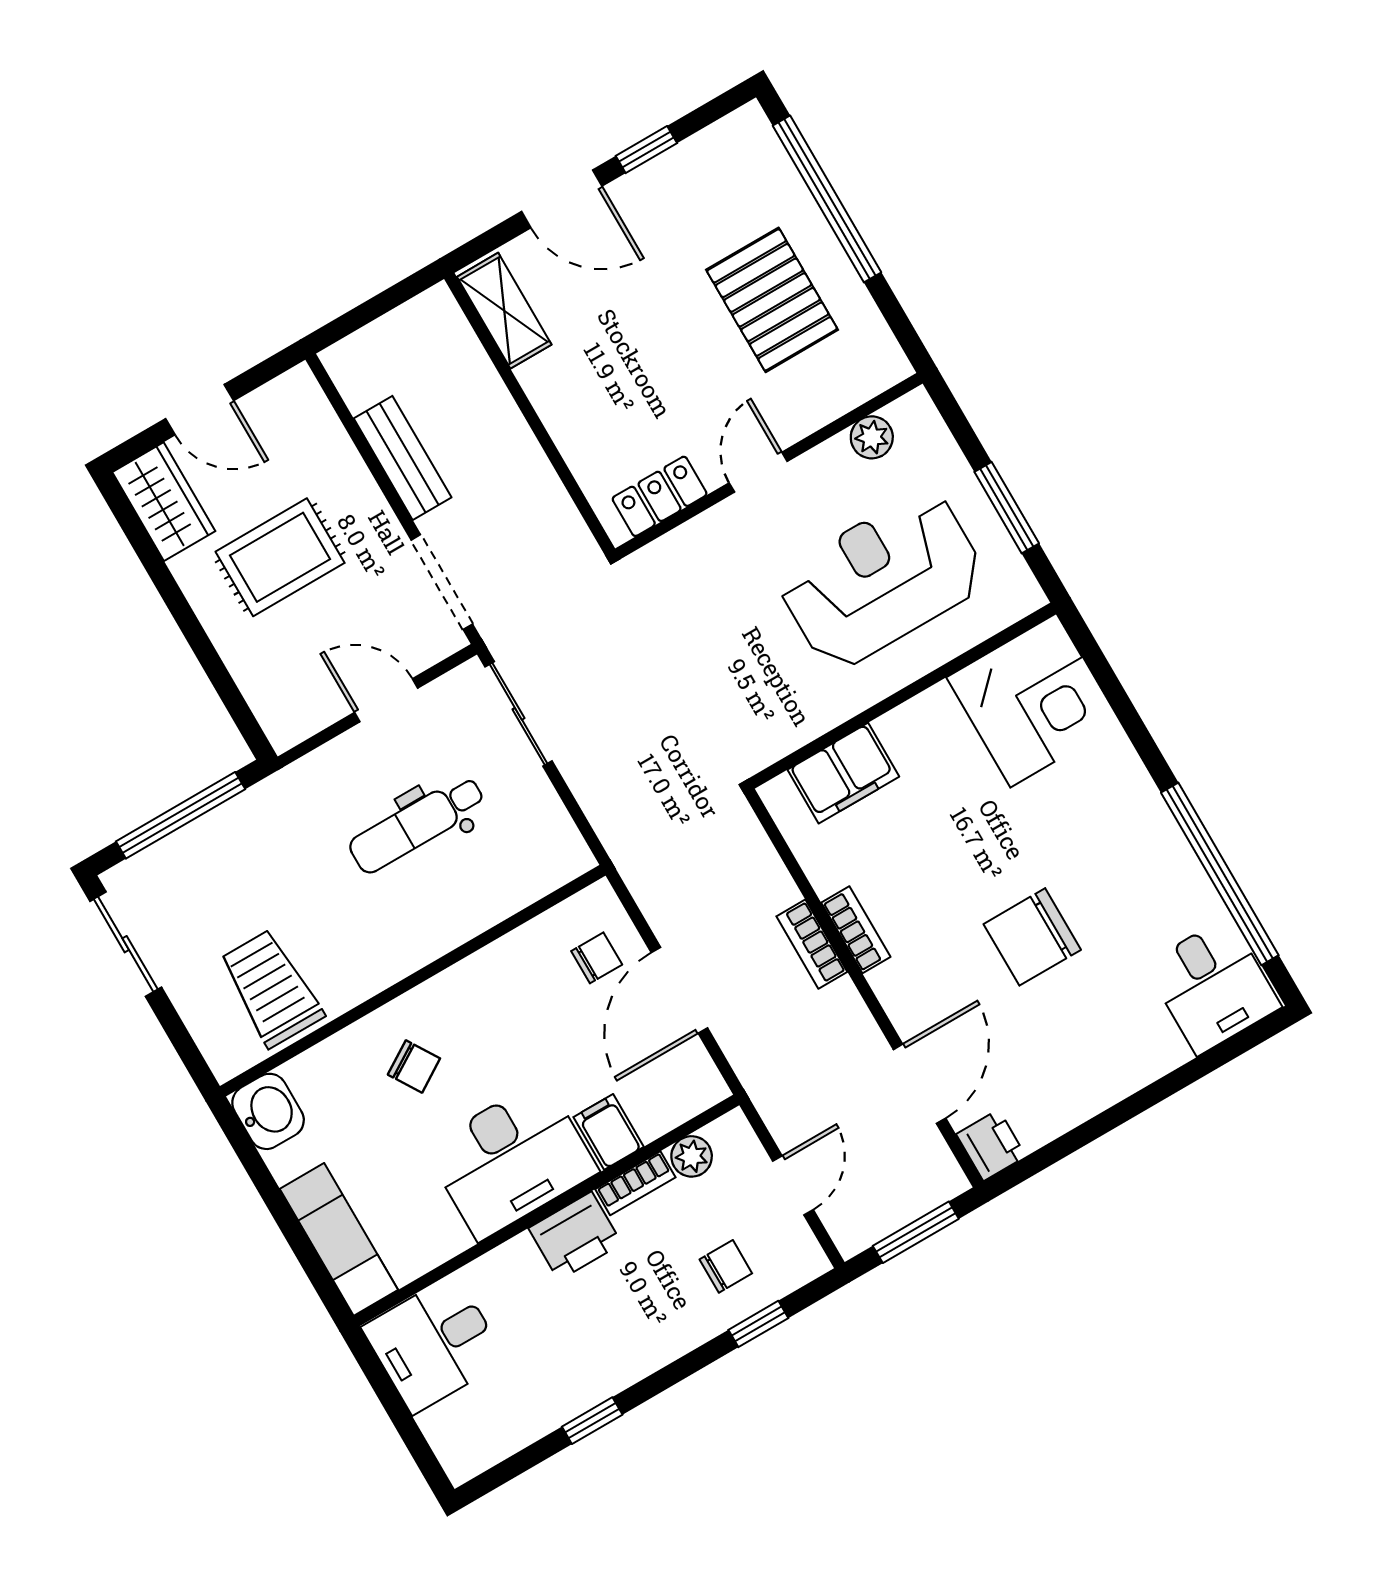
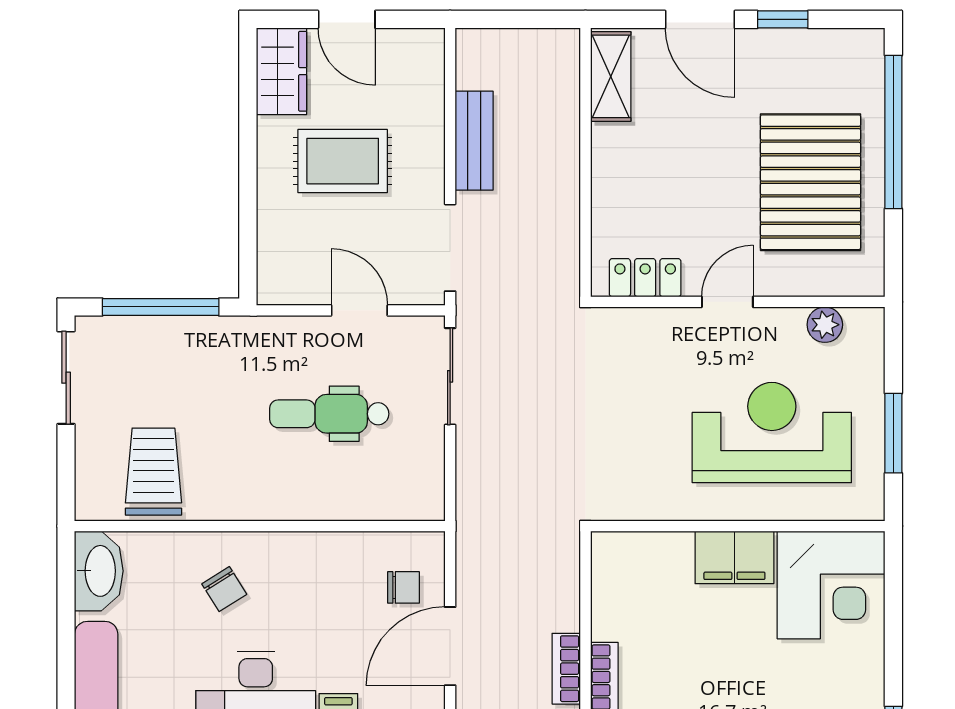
pallet: (772, 300) -> (810, 182), width x1.37, depth x1.41
filing cabinet: (843, 773) -> (734, 557), moved
washbasin: (268, 1111) -> (99, 571), width x1.38

